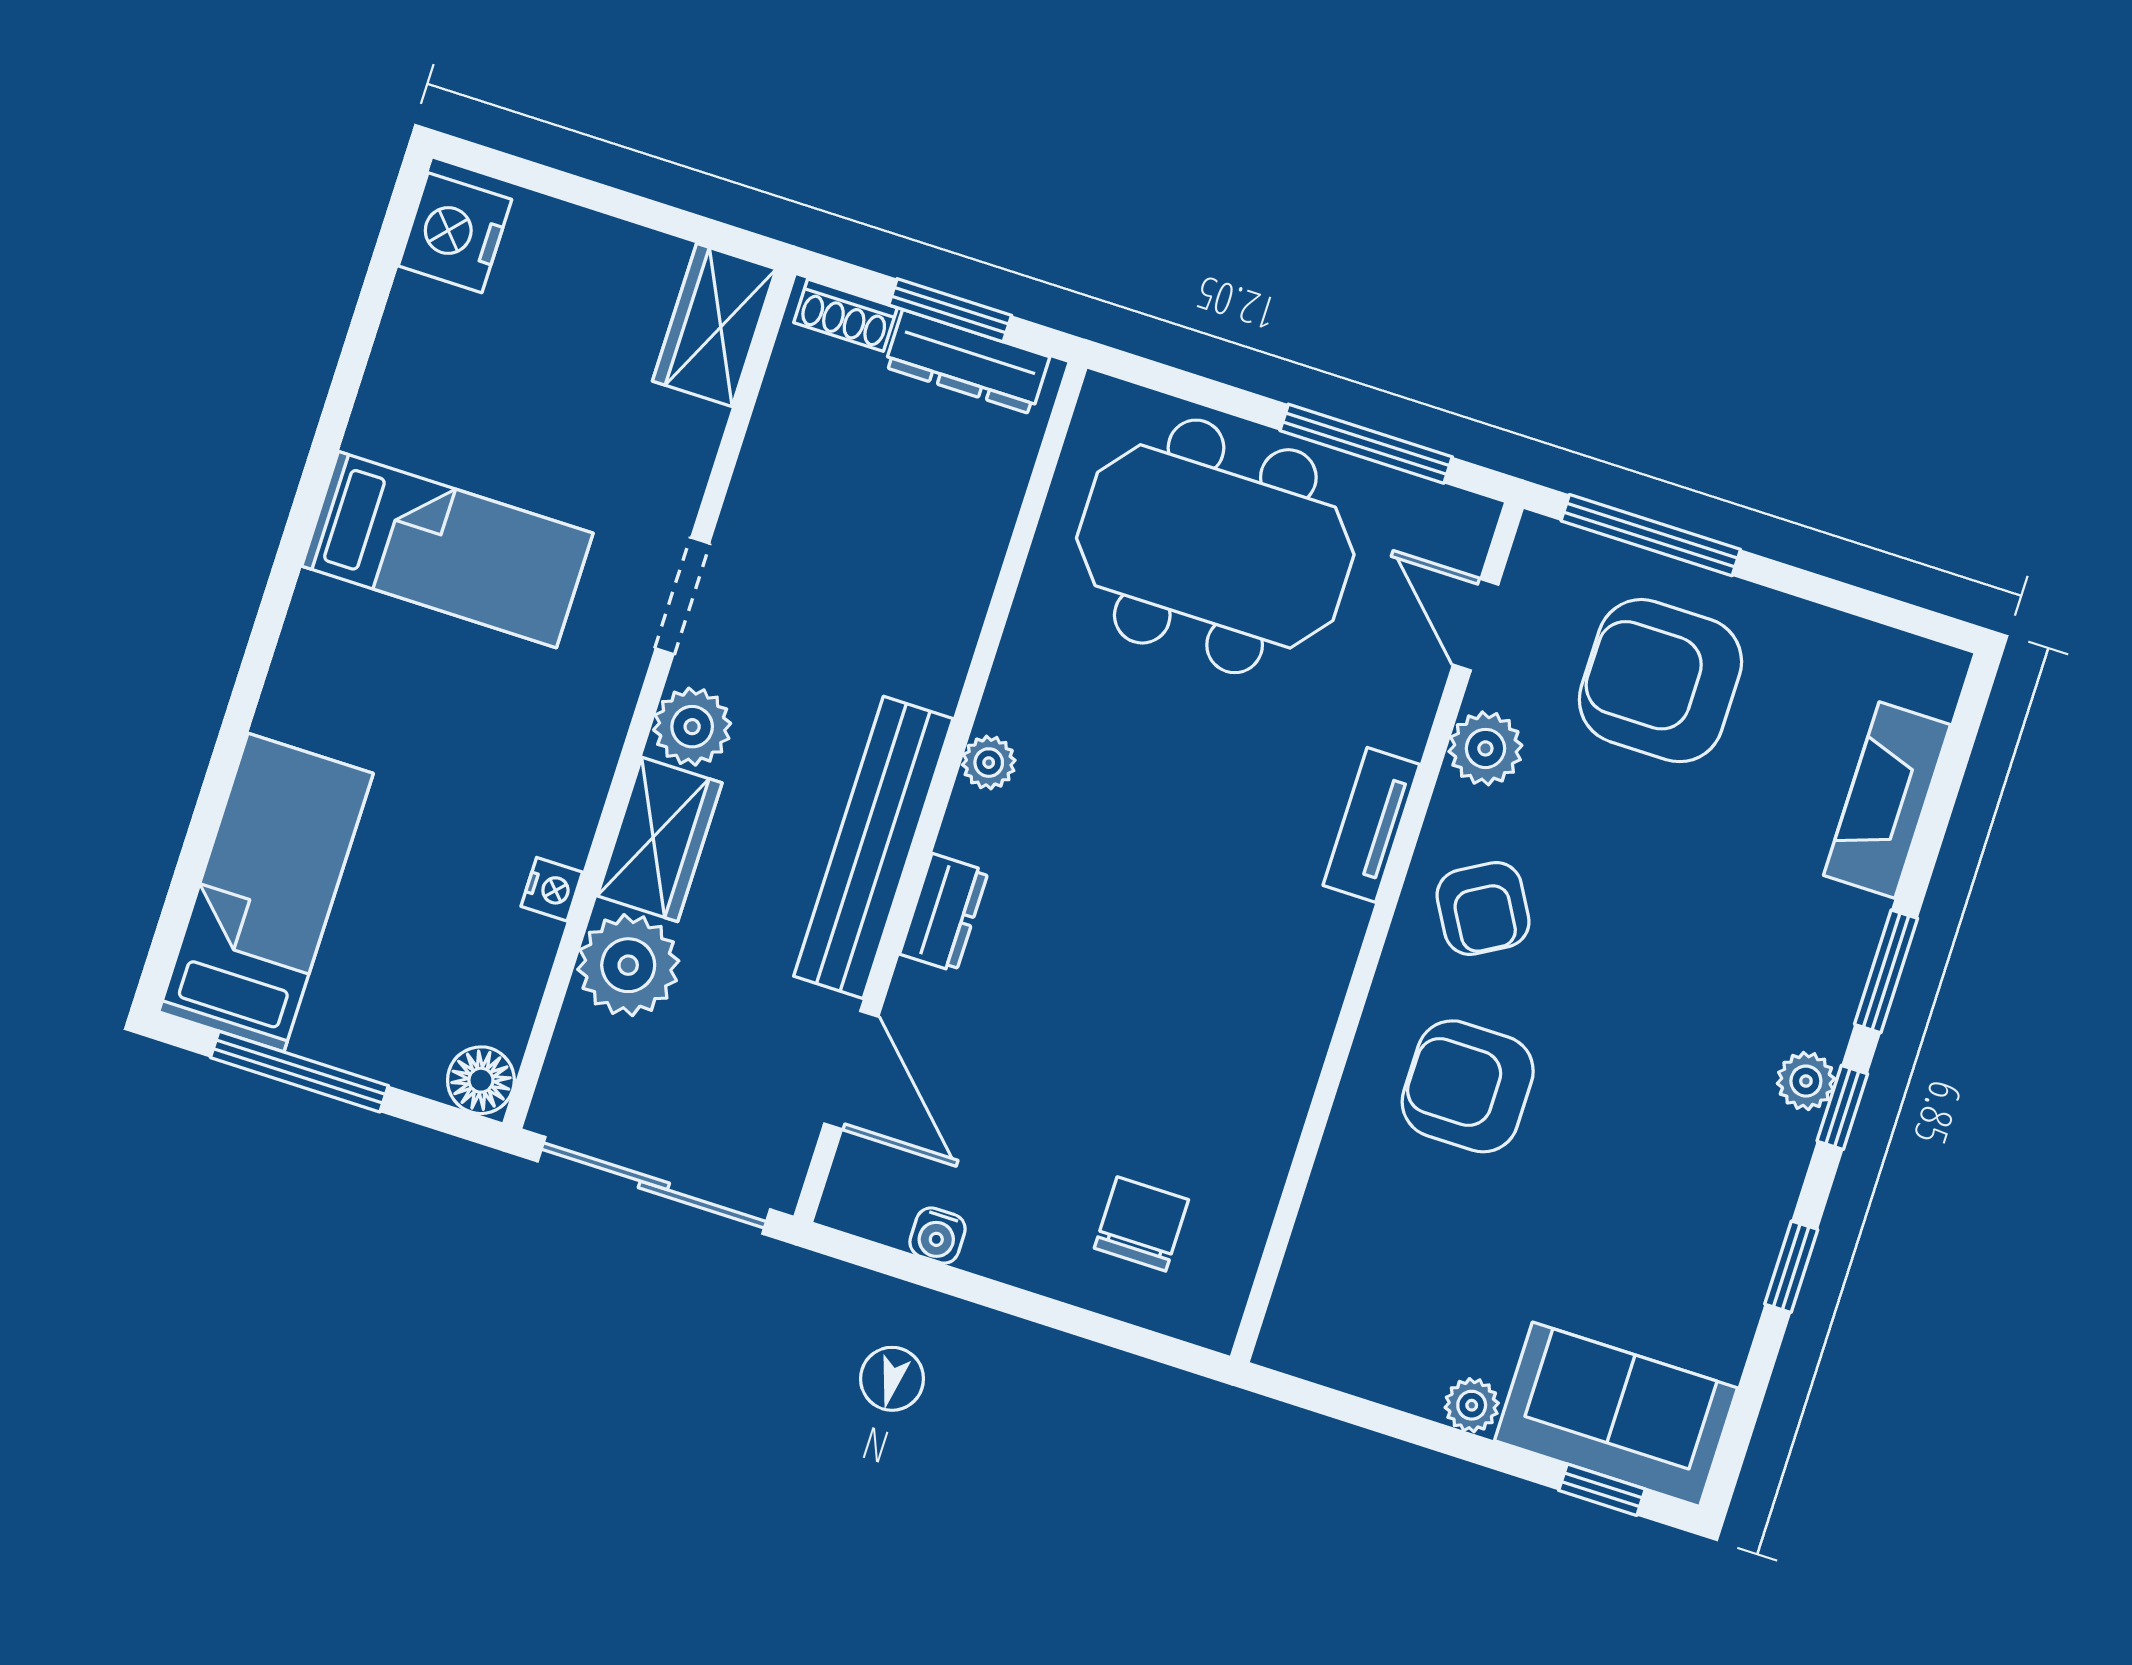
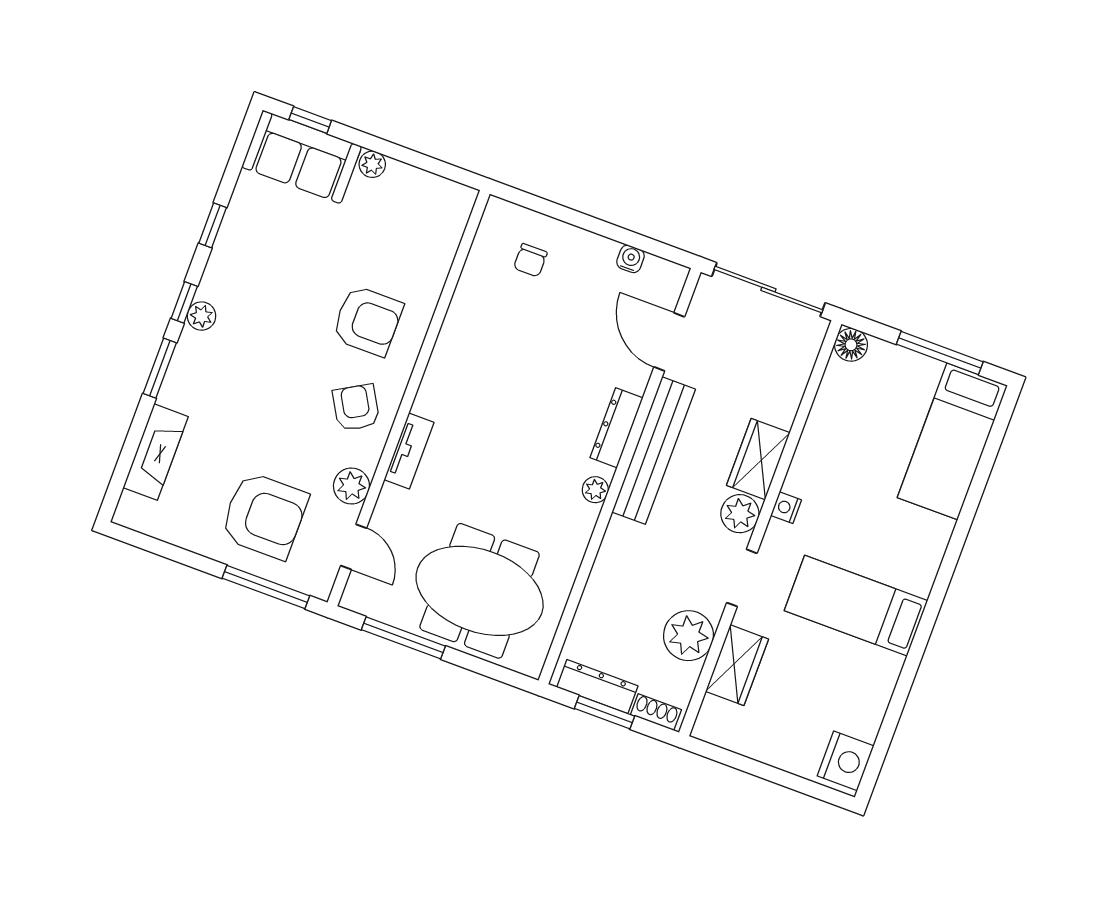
wardrobe: (714, 325) -> (737, 665), moved
nightstand: (552, 889) -> (786, 508), moved
dresser: (944, 913) -> (616, 428), width x1.44
plant: (628, 965) -> (688, 636), moved
chair: (1141, 1224) -> (530, 260), width x0.73, depth x0.73

